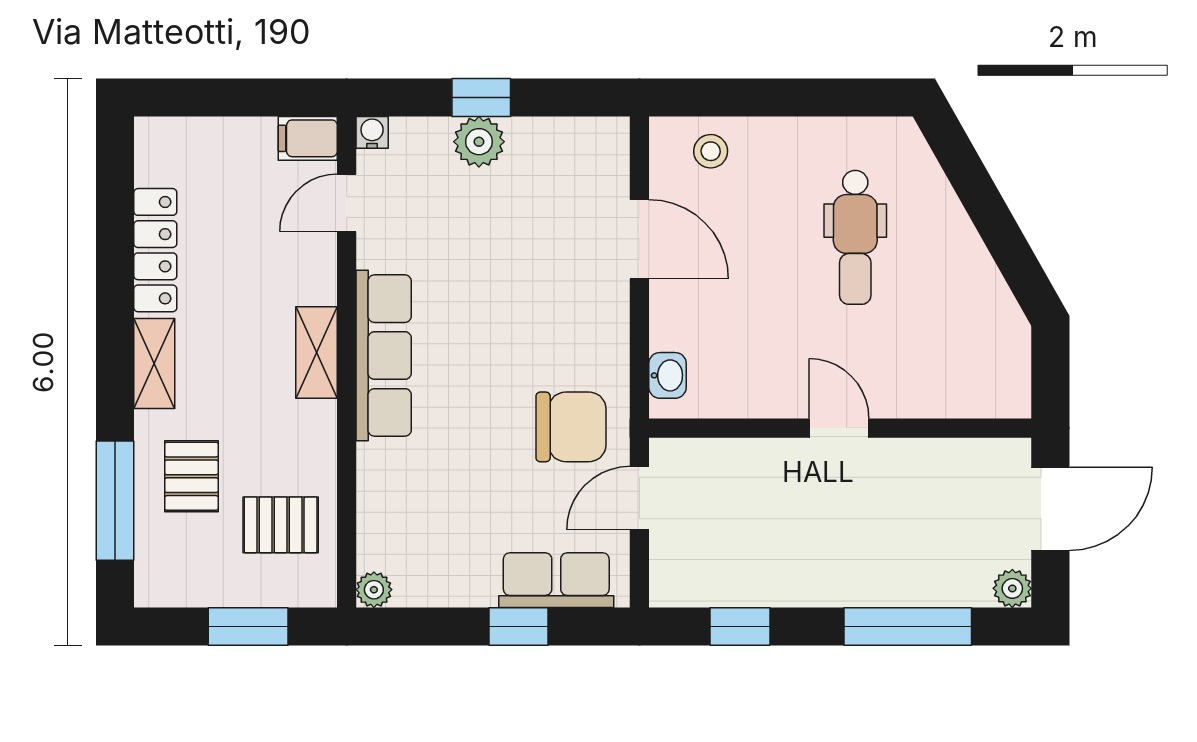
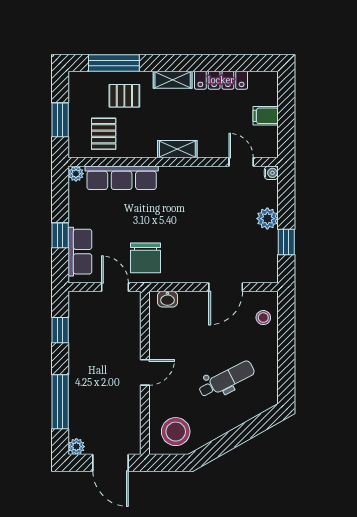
window: (481, 97) -> (286, 242), moved
filing cabinet: (308, 138) -> (266, 116), moved, turned -90
dental chair: (855, 237) -> (226, 379), turned 153
row of seats: (384, 356) -> (122, 178), moved
stool: (977, 356) -> (176, 432), added

